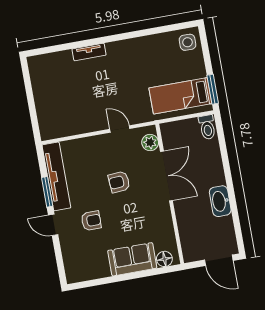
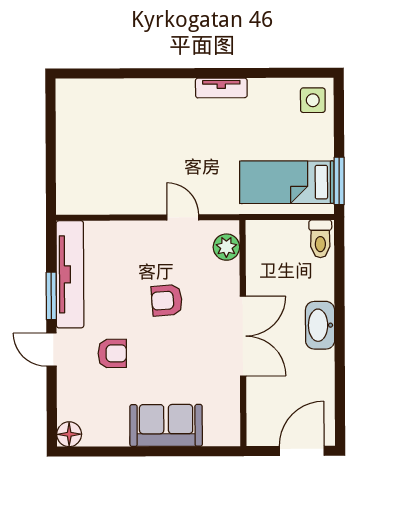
tv unit: (89, 52) -> (221, 88), moved
double door: (166, 176) -> (243, 336), moved
washbasin: (220, 201) -> (320, 325), moved
floor lamp: (164, 259) -> (69, 434), moved
door: (219, 260) -> (302, 451), swing flipped

